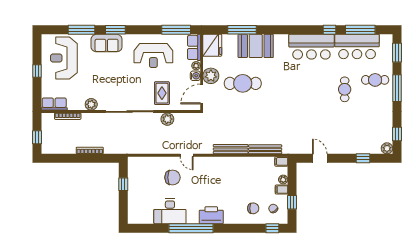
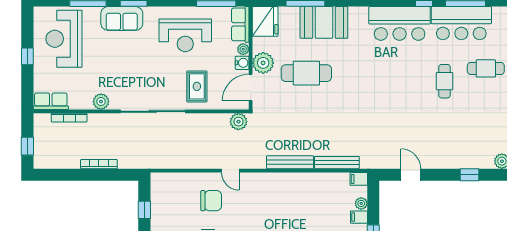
plant: (167, 119) -> (238, 122), moved

